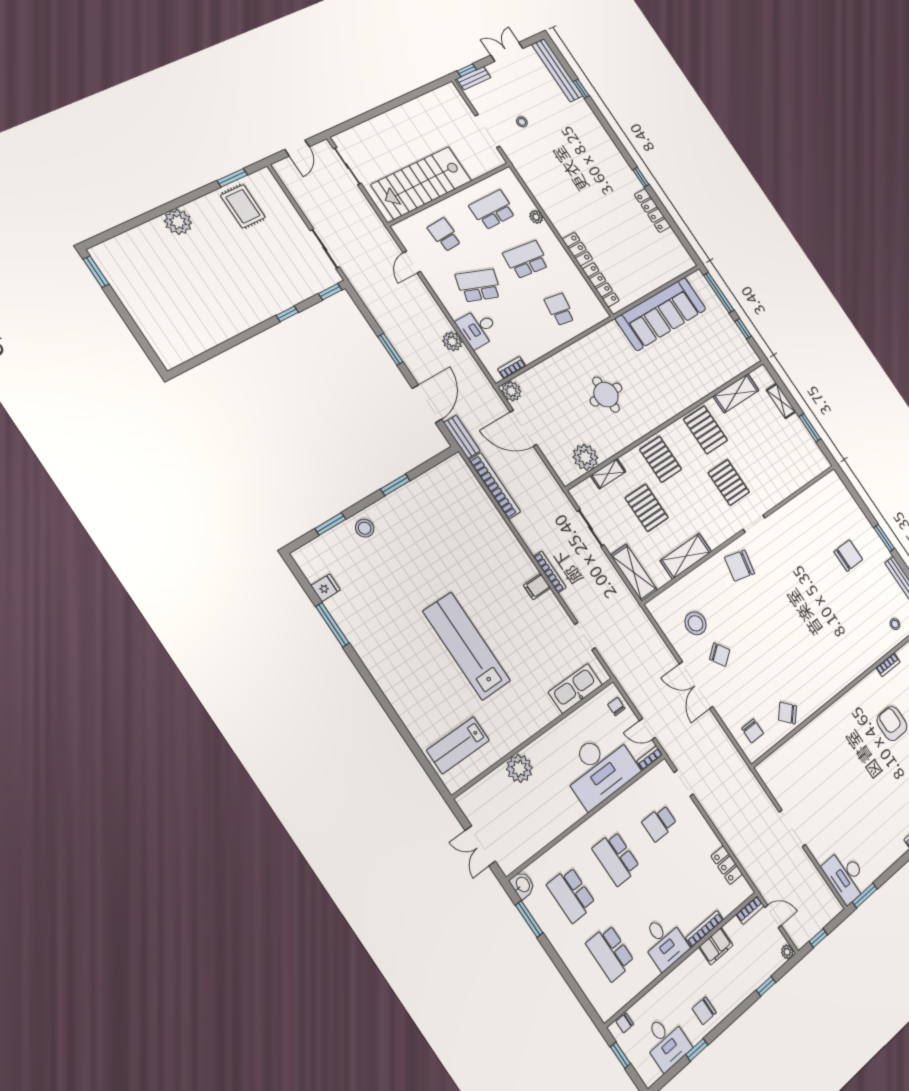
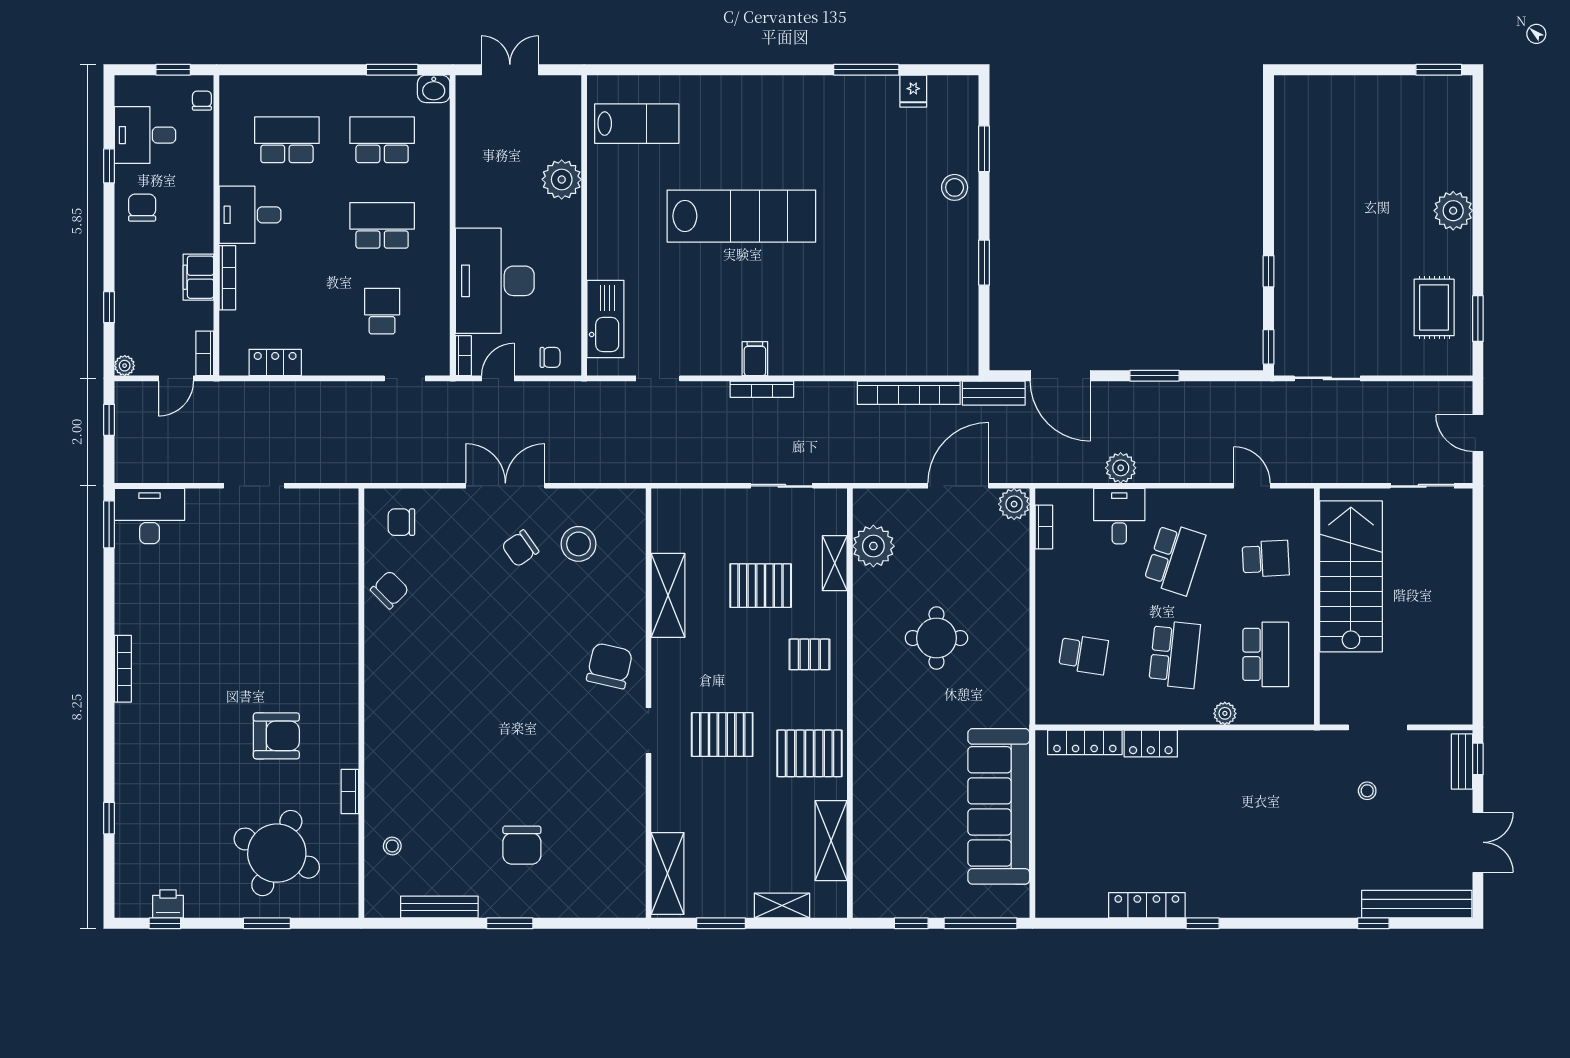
rug: (243, 206) -> (1434, 307), turned 90
pallet: (661, 459) -> (809, 654), width x0.67, depth x0.71
shelving: (634, 573) -> (668, 873), moved, turned 90
lab bench: (458, 745) -> (637, 124), turned 90

